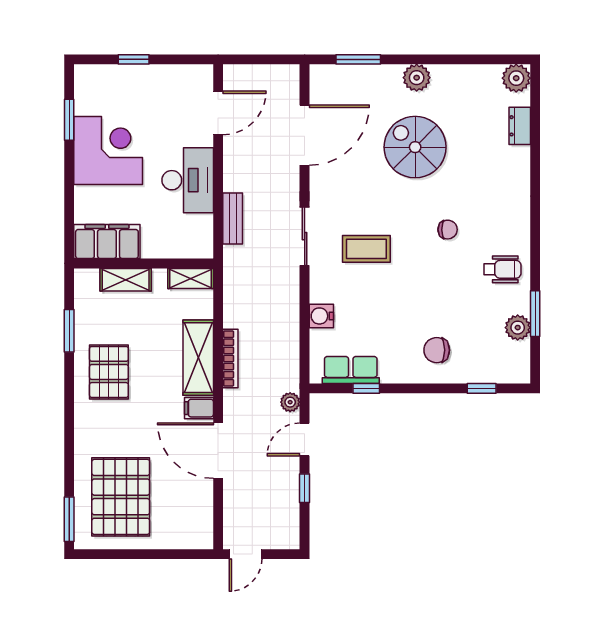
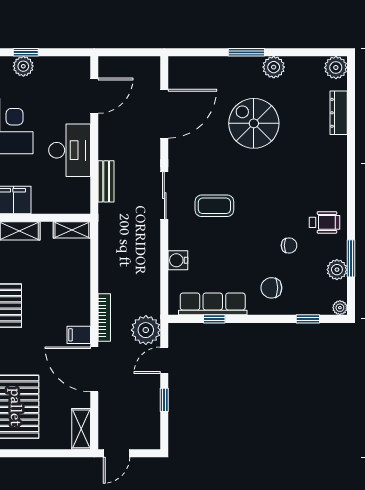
window: (358, 59) -> (246, 52), moved
plant: (131, 77) -> (23, 66), added
plant: (417, 78) -> (274, 67), moved
dresser: (520, 126) -> (339, 113), width x1.44
chair: (448, 230) -> (289, 245), moved
shelving: (198, 358) -> (81, 429), moved, width x0.67, depth x0.75
bookcase: (230, 358) -> (104, 318), moved
row of seats: (351, 370) -> (213, 304), width x1.48
plant: (521, 375) -> (340, 308), added
plant: (290, 402) -> (146, 330), width x1.88, depth x1.88

